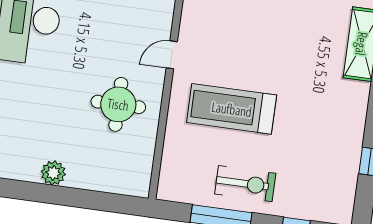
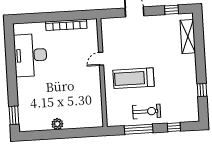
round table: (118, 104) -> (81, 87), removed

